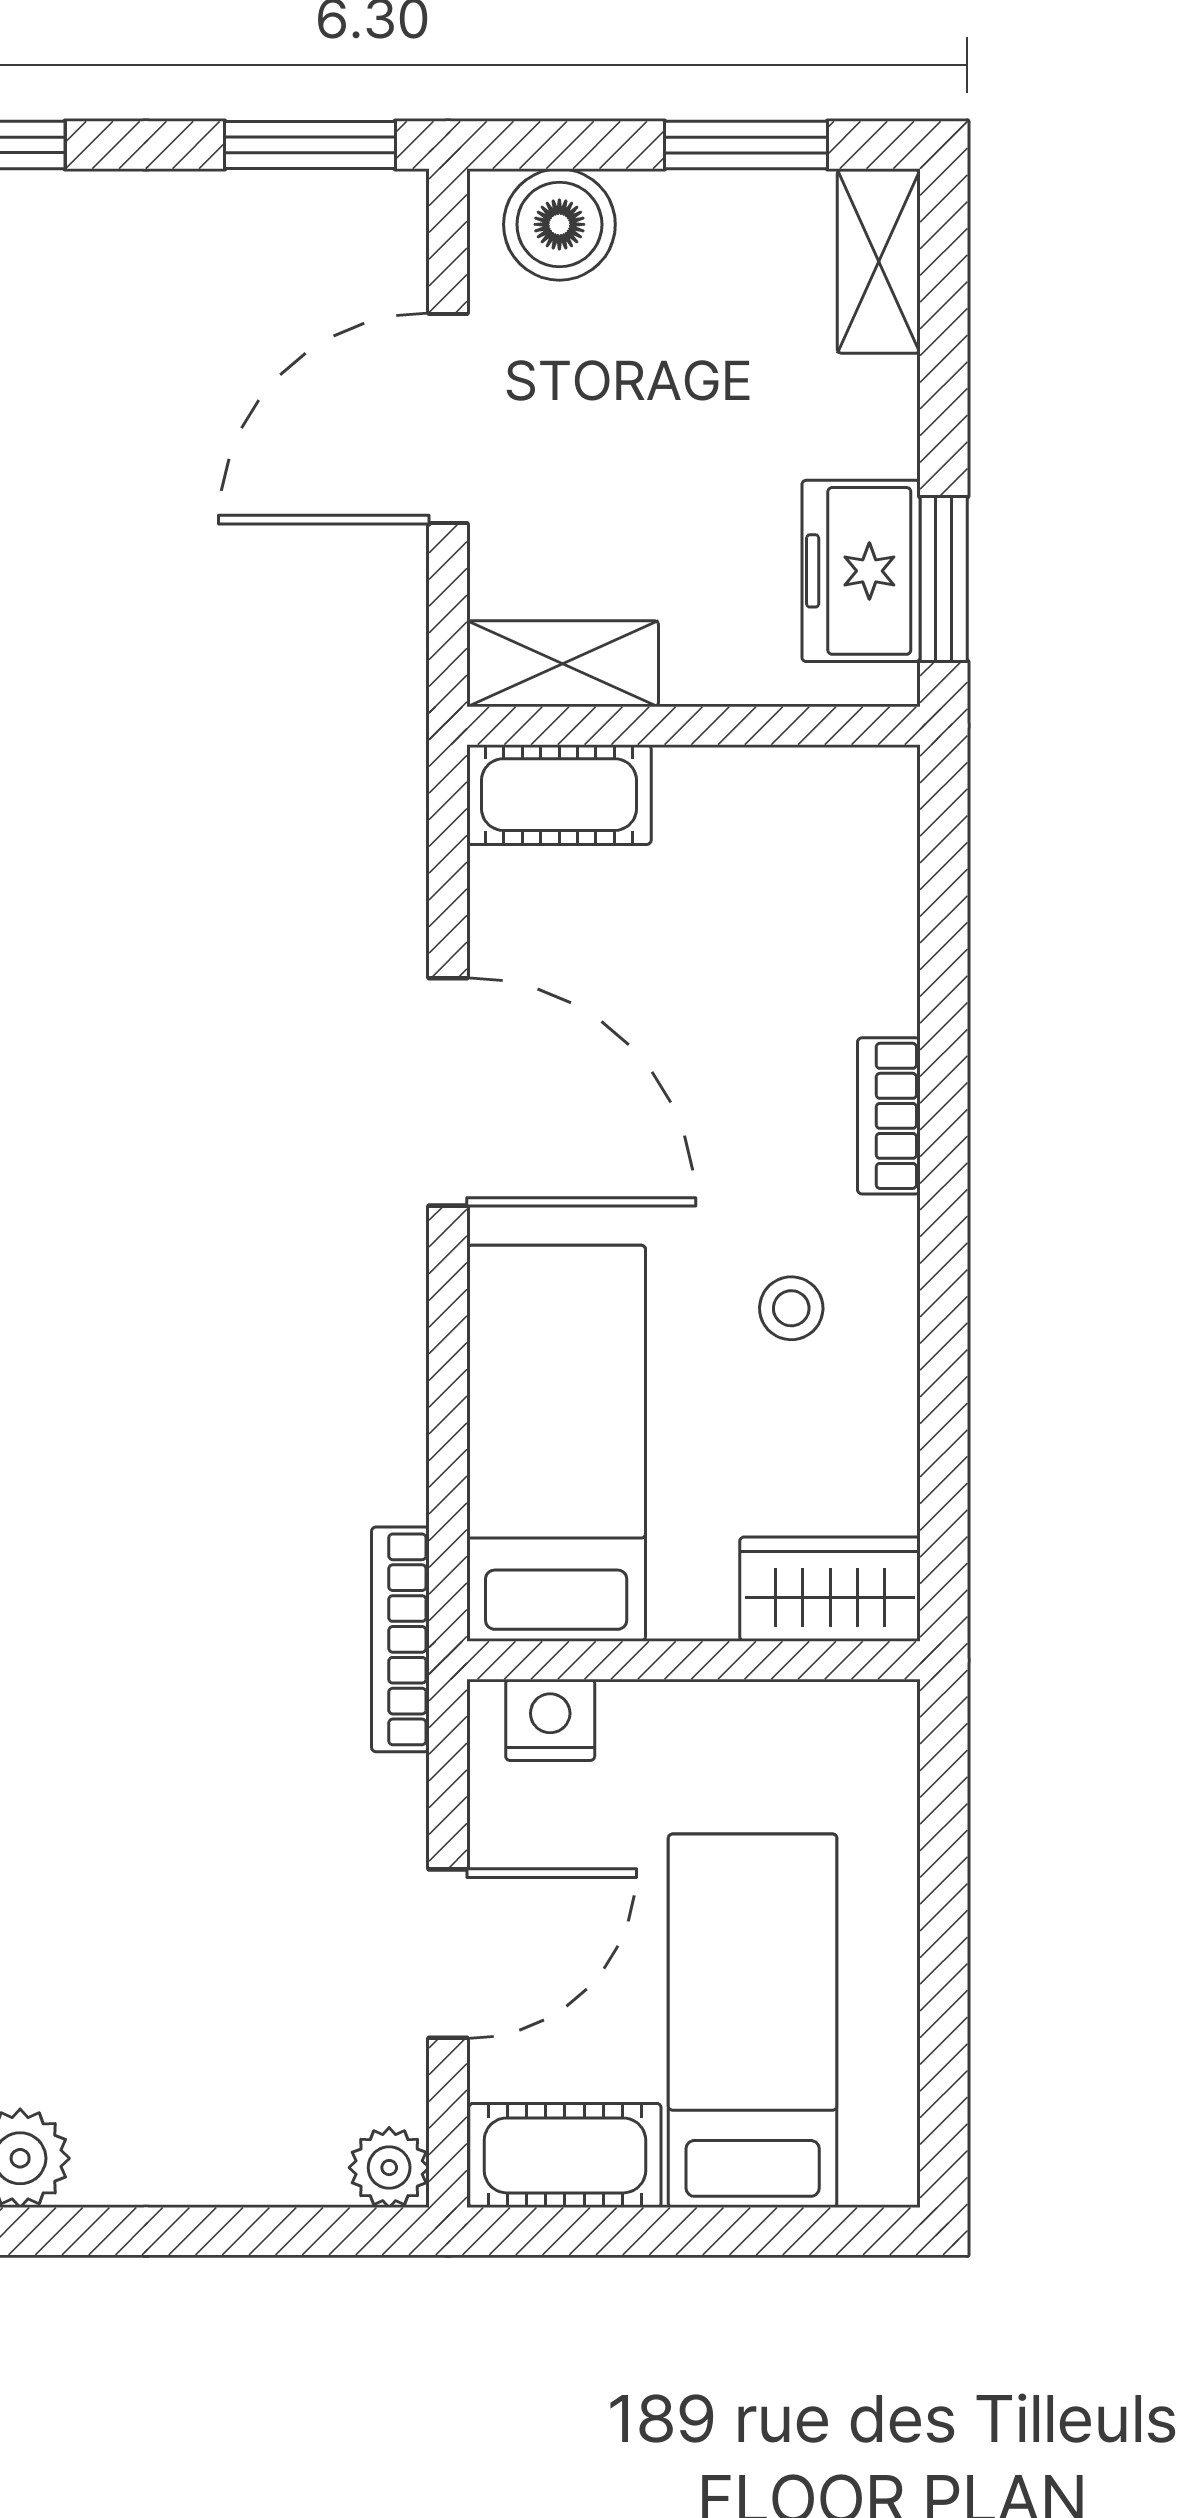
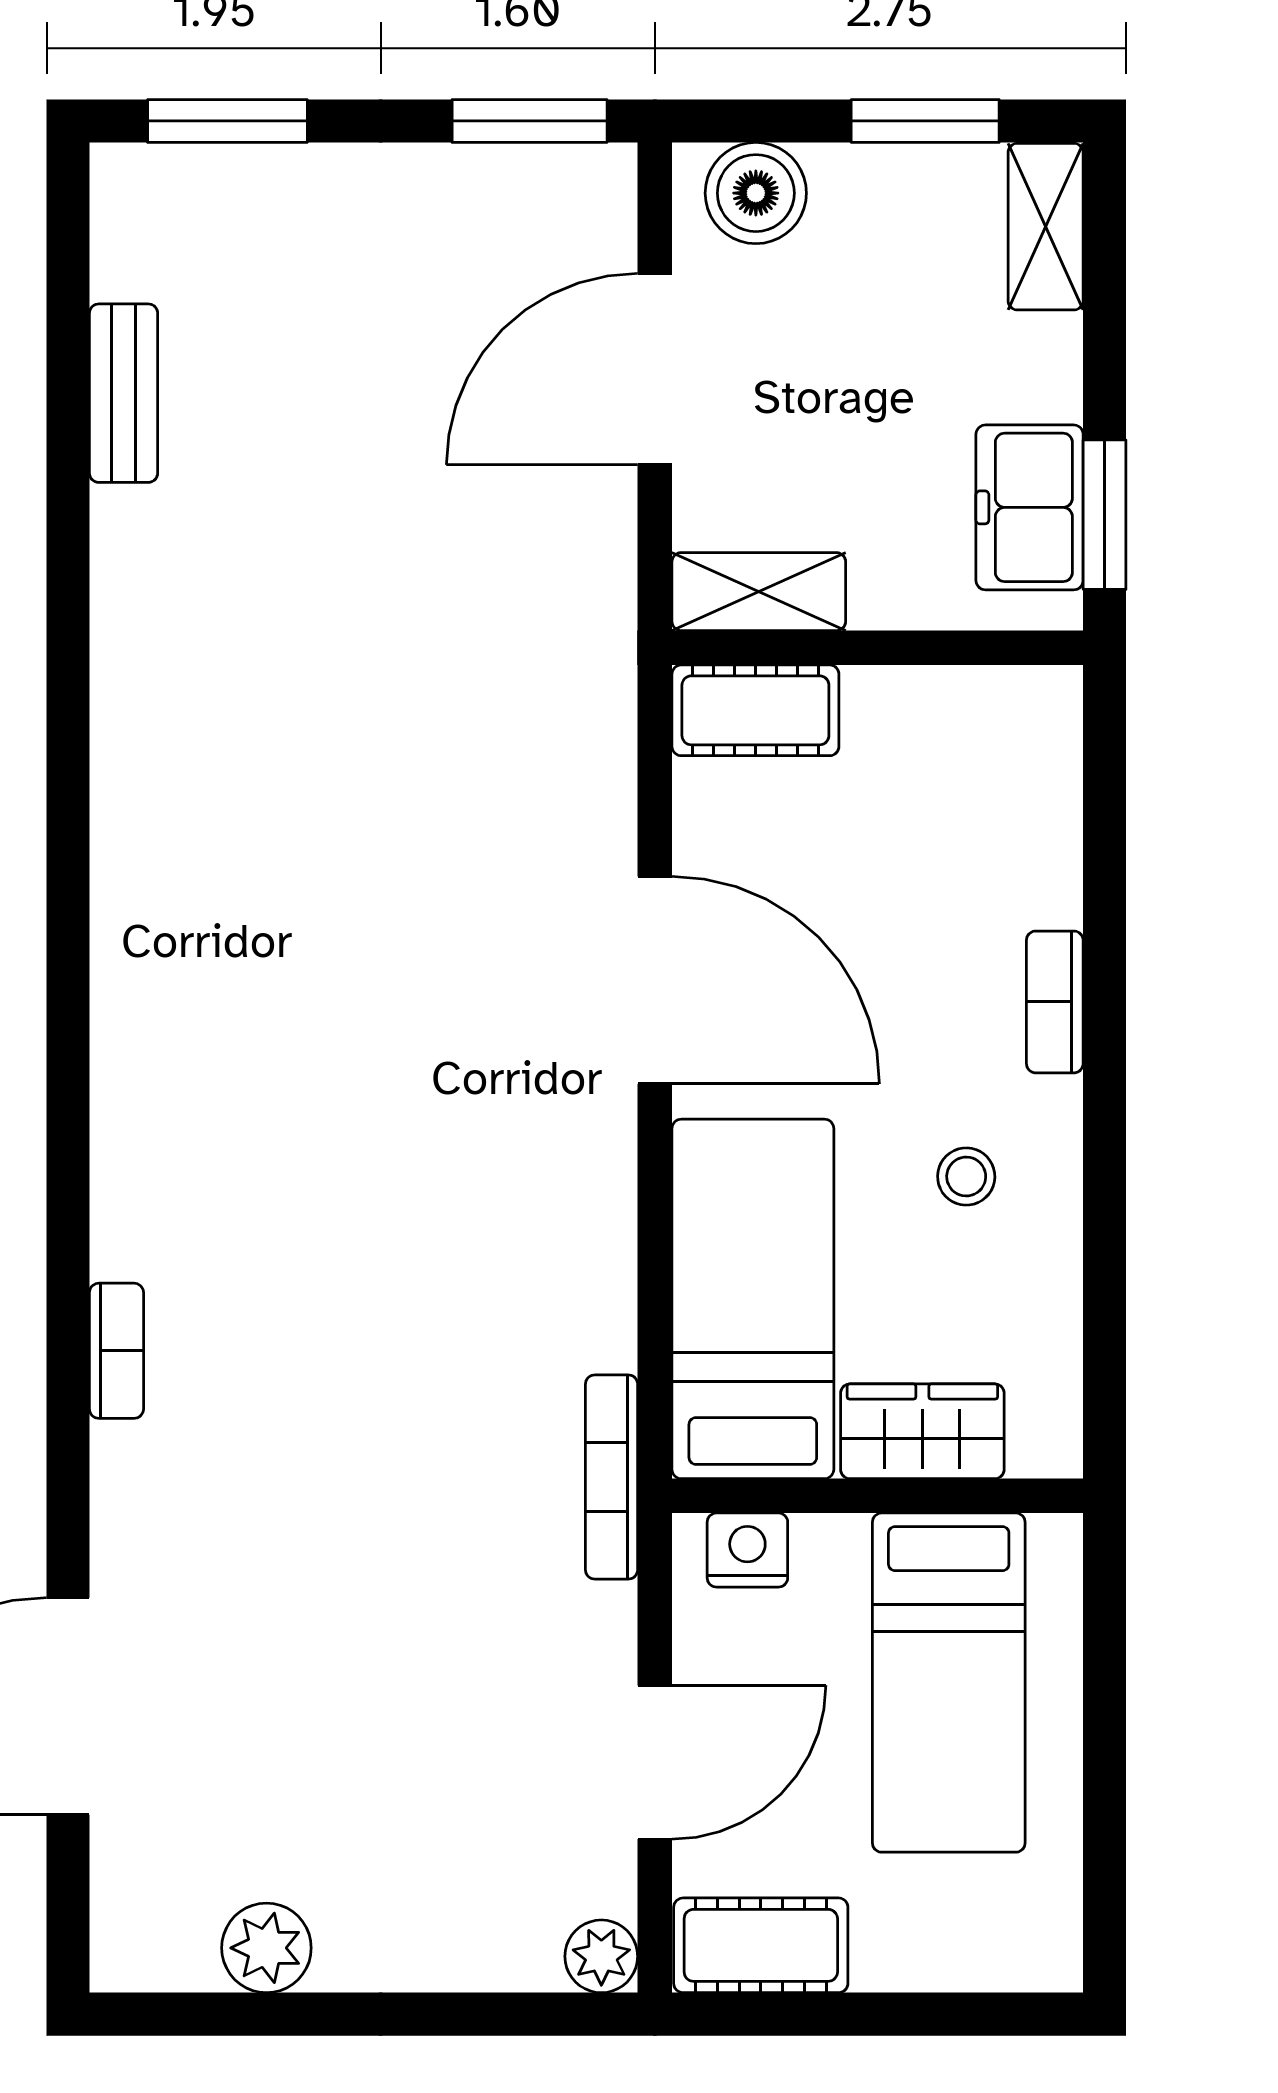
wardrobe: (830, 1589) -> (922, 1431), moved
bed: (753, 2021) -> (949, 1683), moved, turned 180

